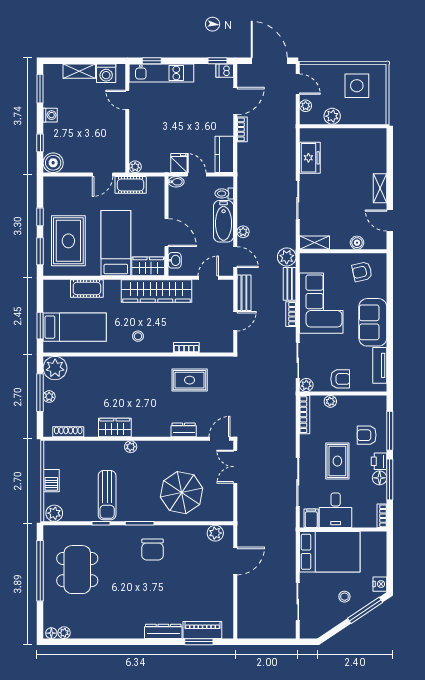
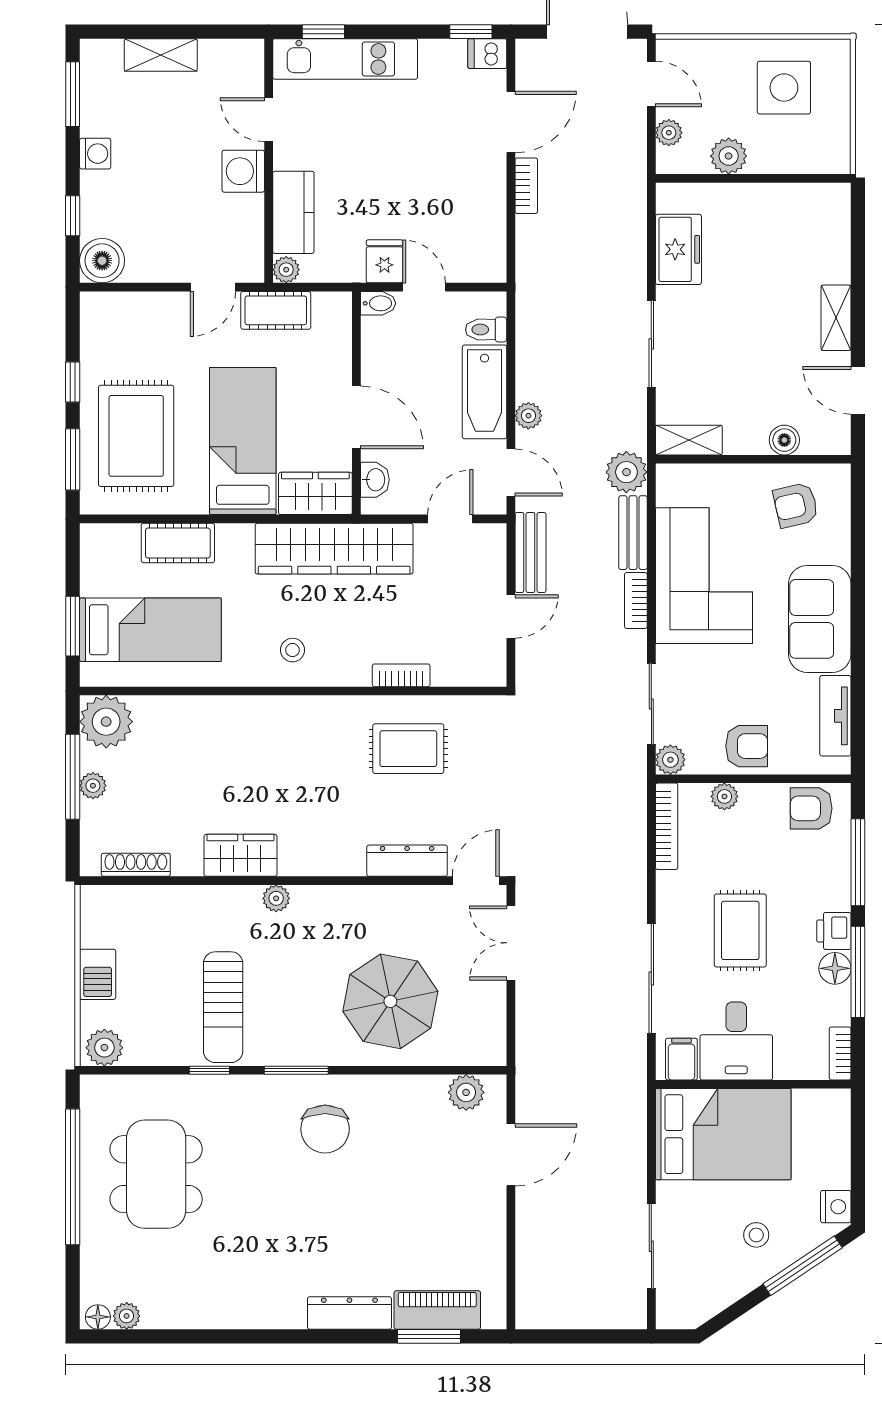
washing machine: (106, 73) -> (243, 171), moved, turned 90
kitchen counter: (224, 154) -> (293, 212), moved, turned 180
dresser: (184, 430) -> (407, 861), width x1.44
armchair: (367, 435) -> (811, 808), moved

